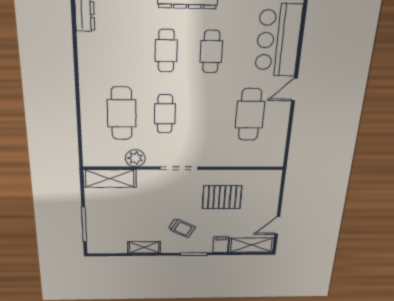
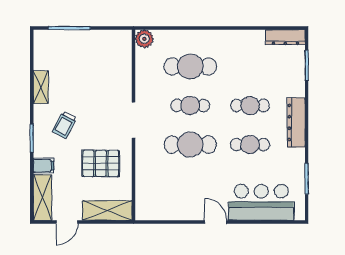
cafe table: (250, 115) -> (190, 145), moved
plant: (135, 158) -> (144, 39), moved
shelving: (110, 178) -> (107, 211), moved, turned 90
pallet: (222, 197) -> (101, 163), turned 90
door: (277, 225) -> (67, 222), swing flipped

